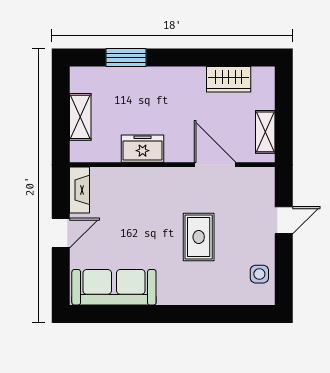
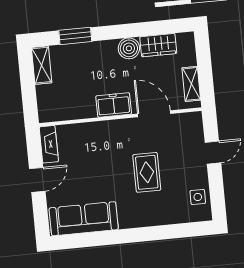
boiler: (192, 80) -> (129, 48), added
shelving: (80, 117) -> (42, 65), moved
freezer: (143, 149) -> (114, 105), moved

